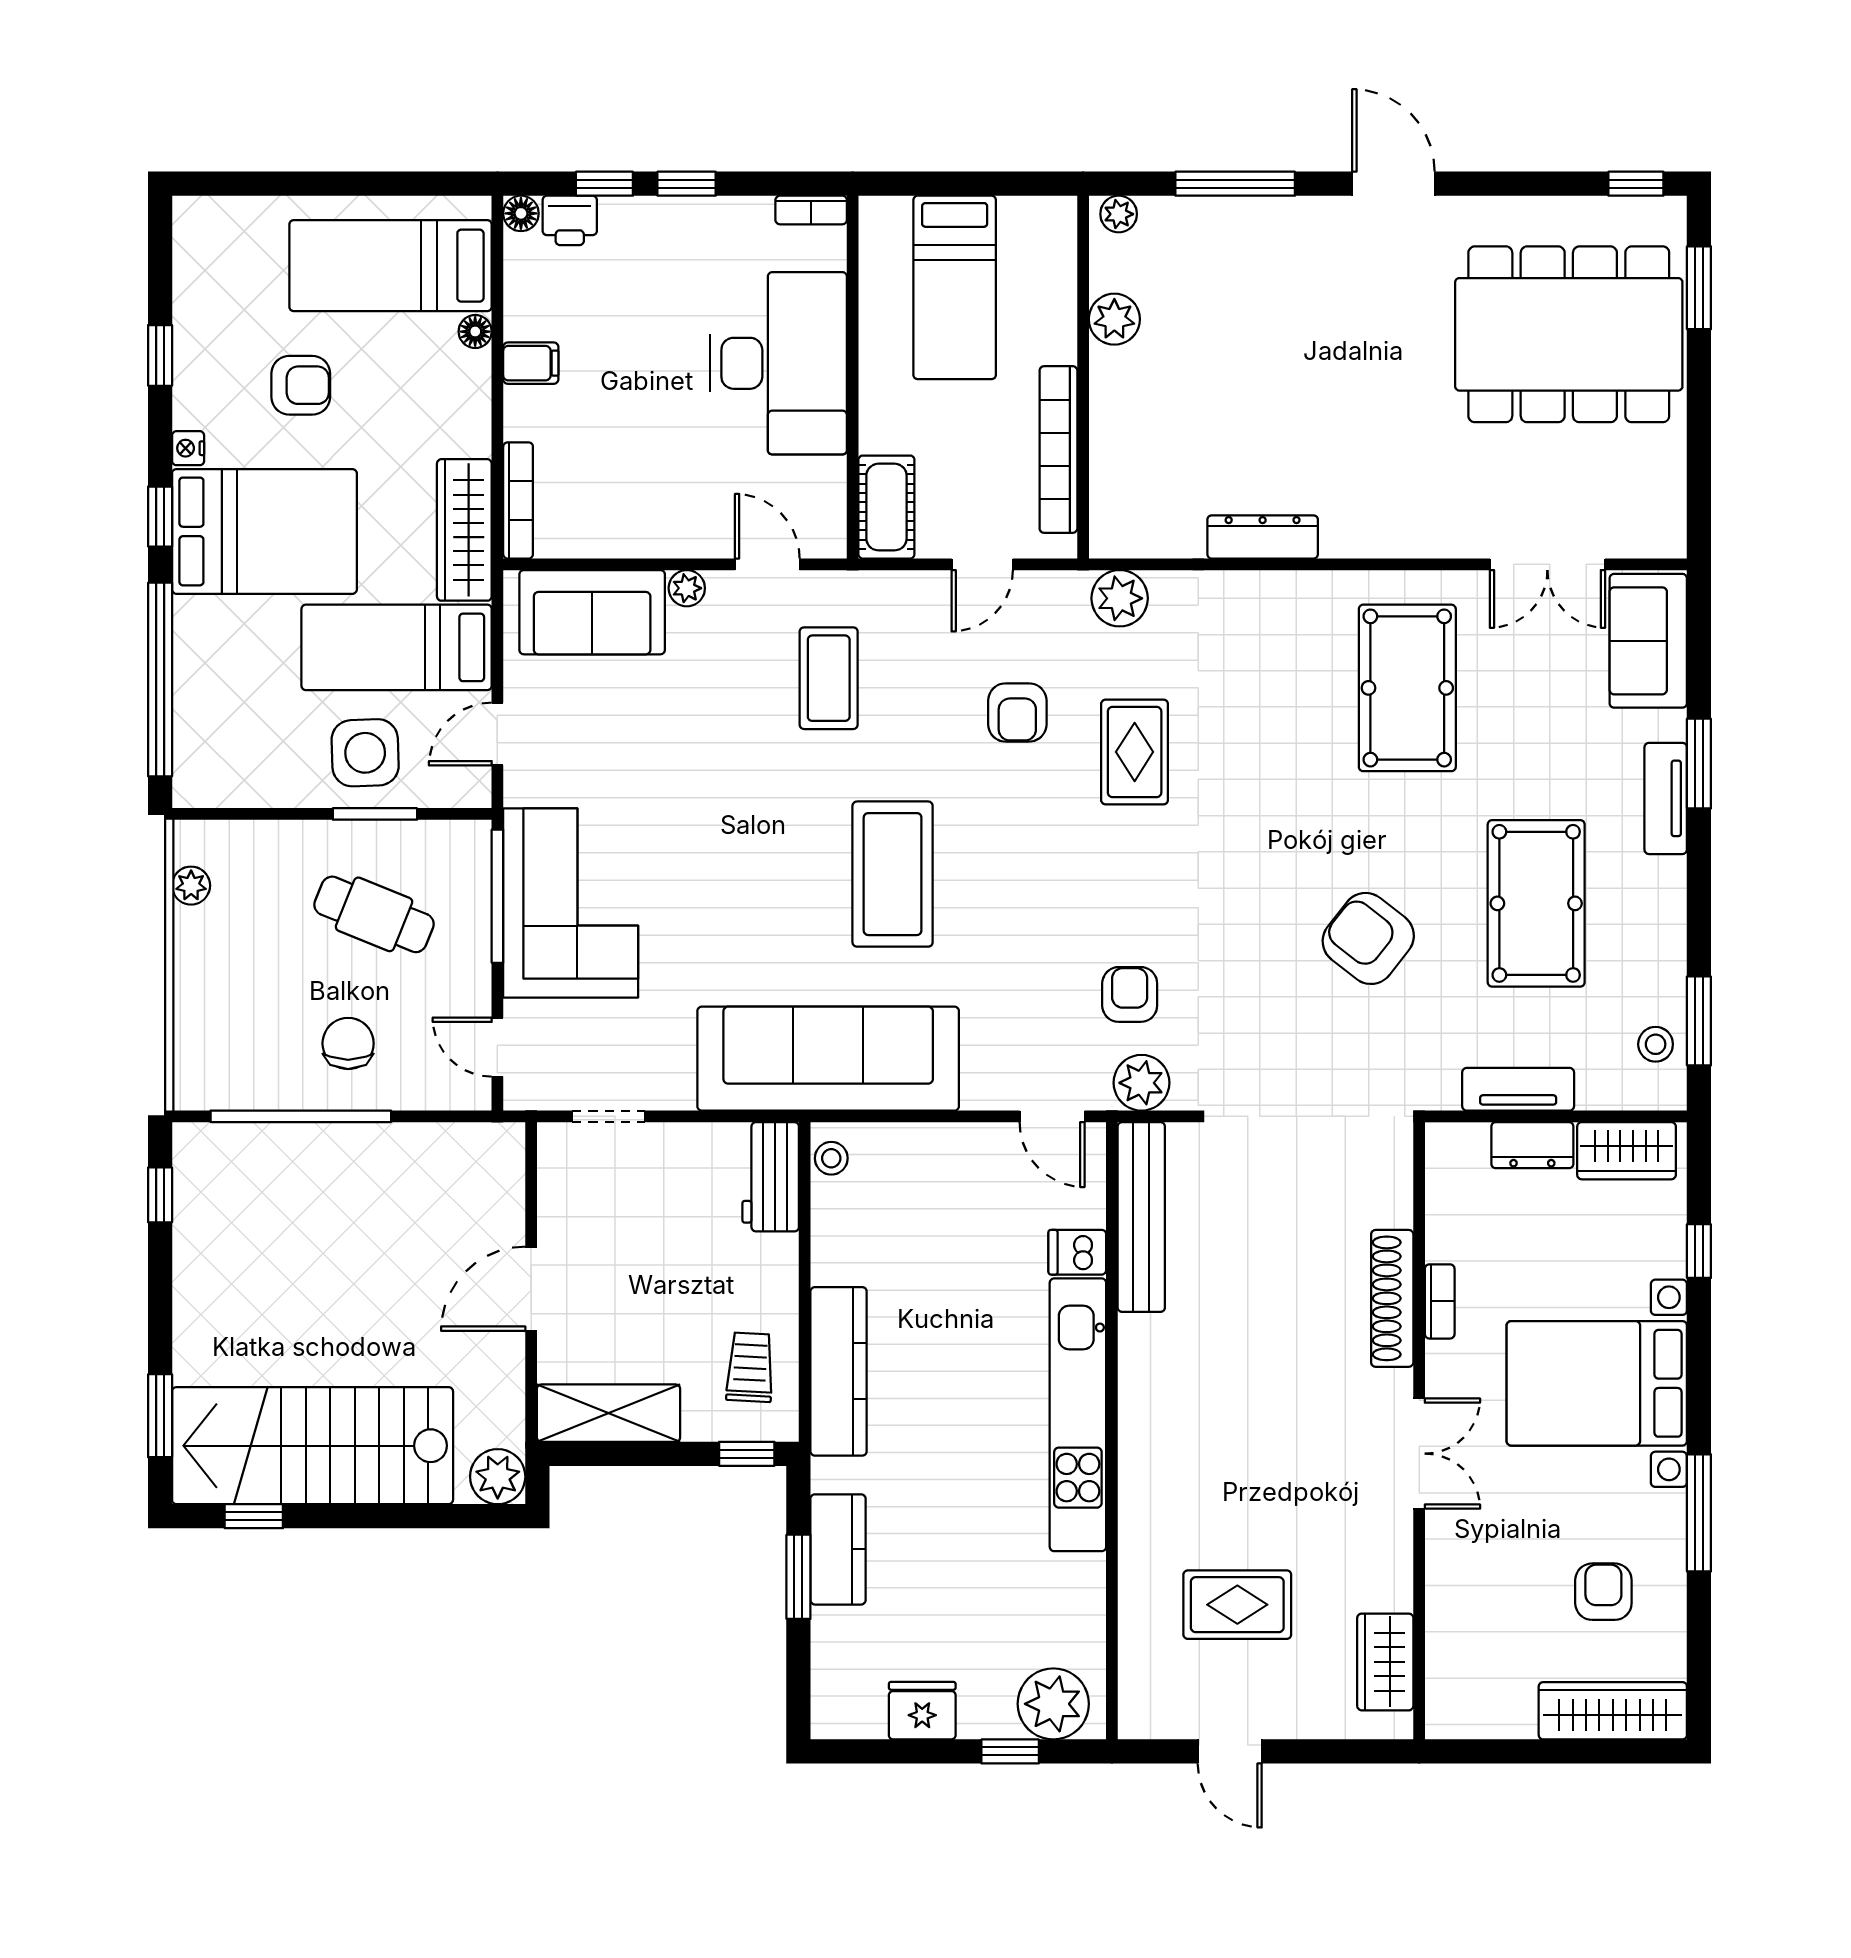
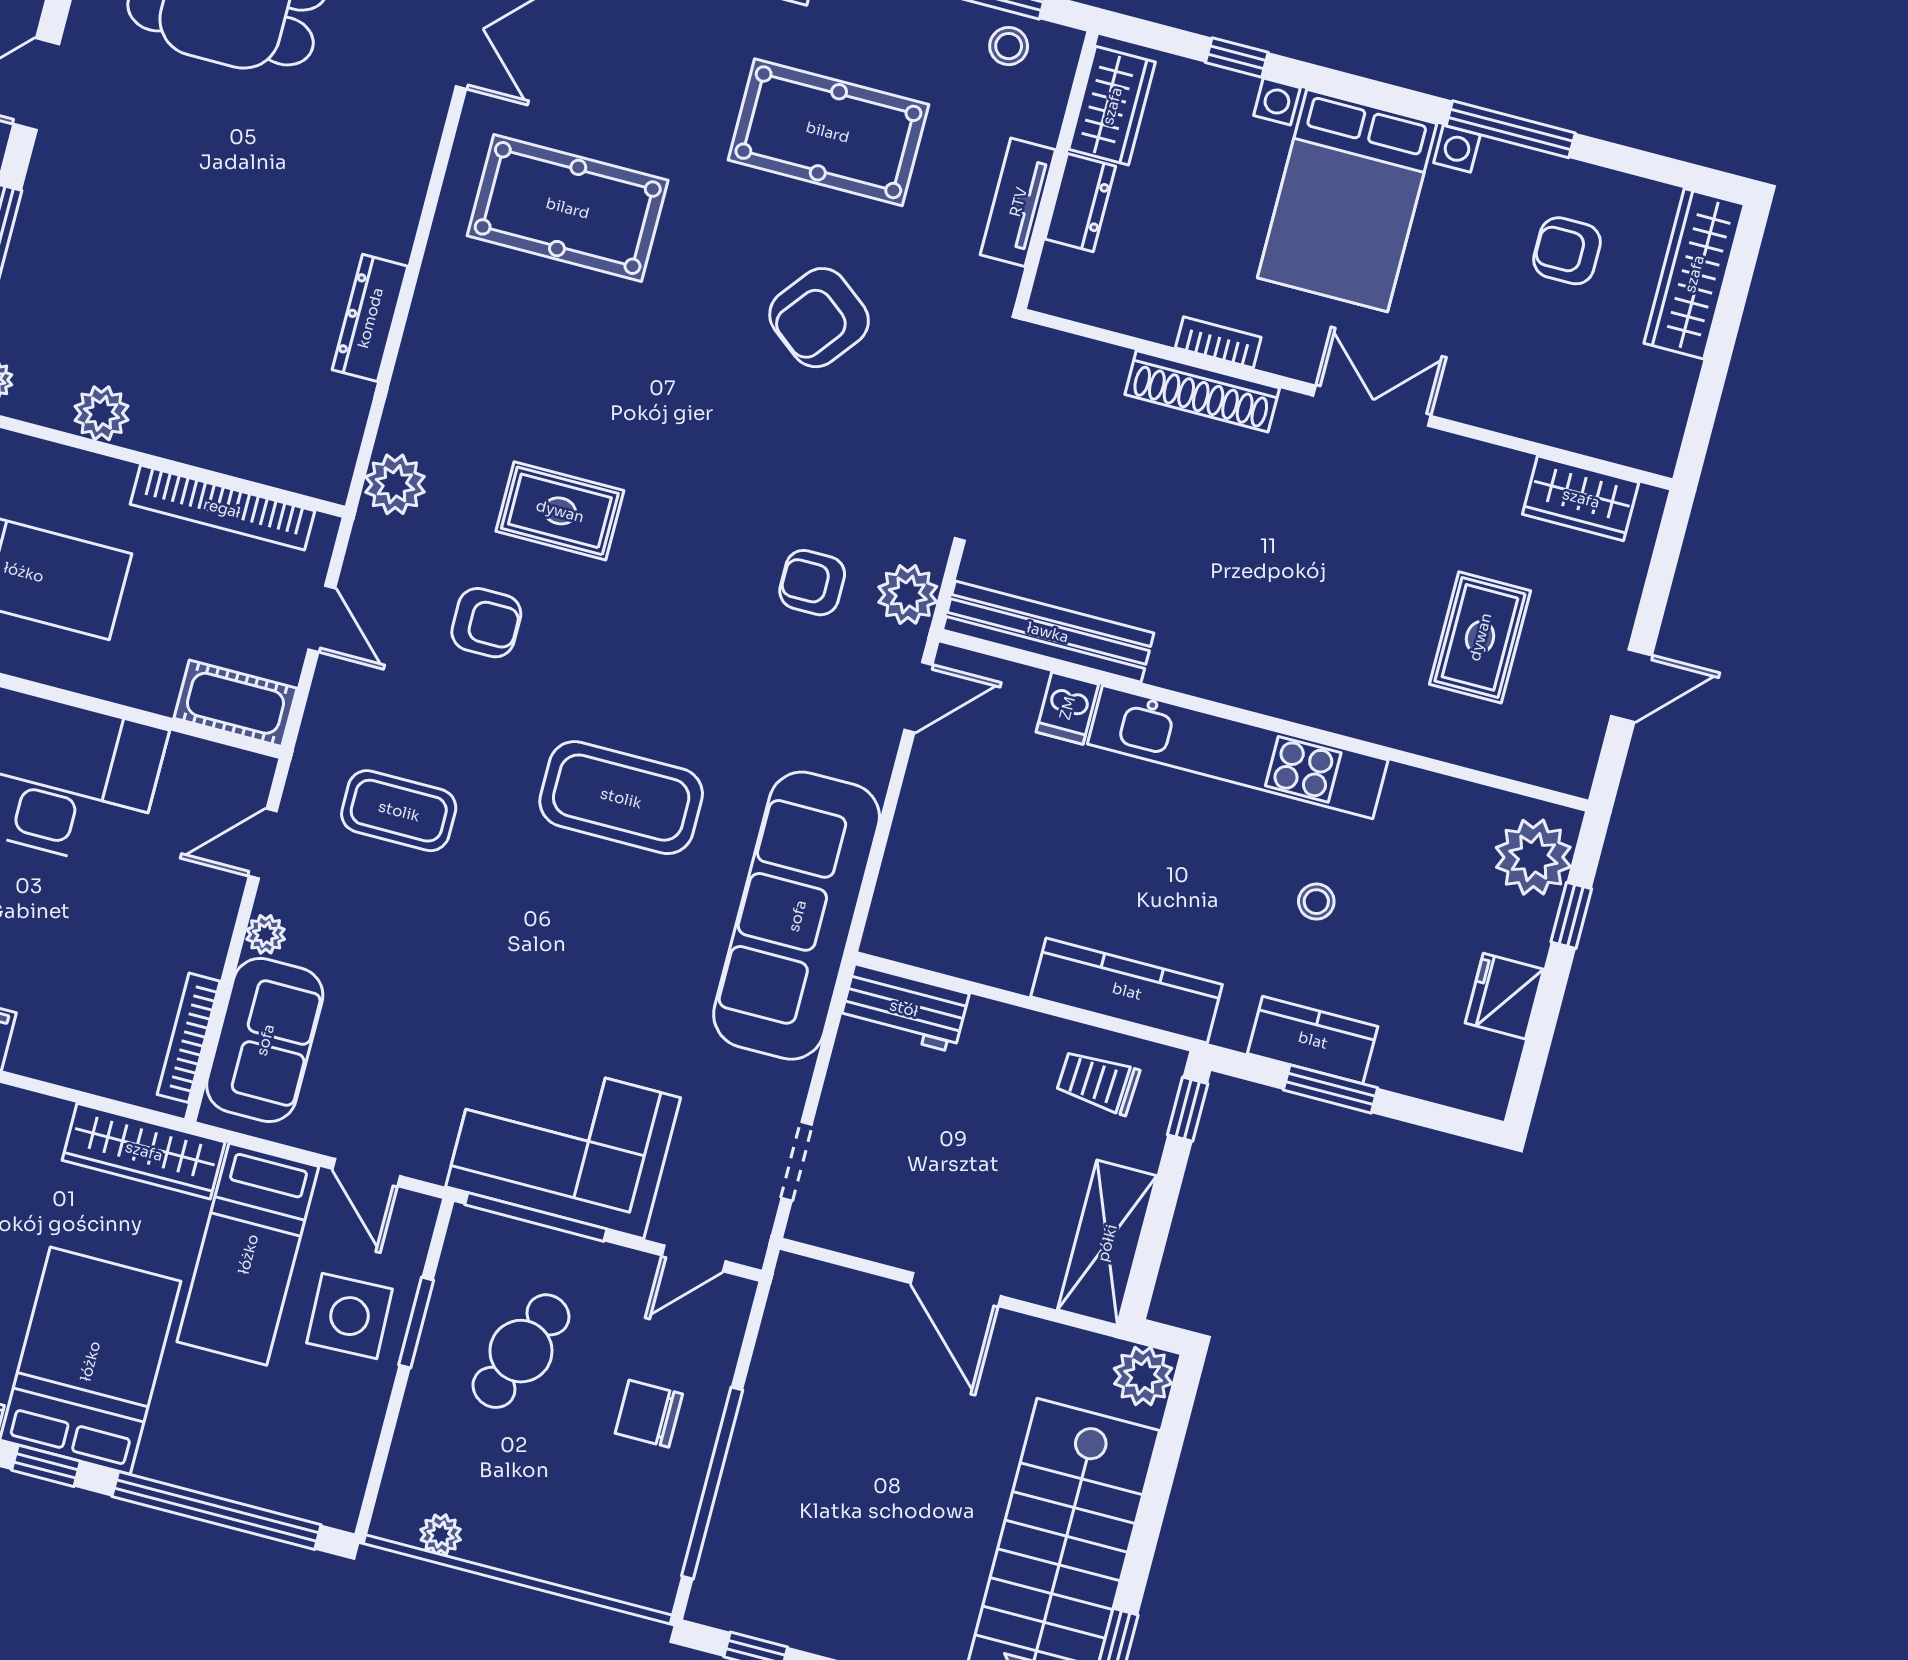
bookcase: (518, 500) -> (189, 1038), moved, turned -90
stool: (831, 1158) -> (1316, 902), moved

